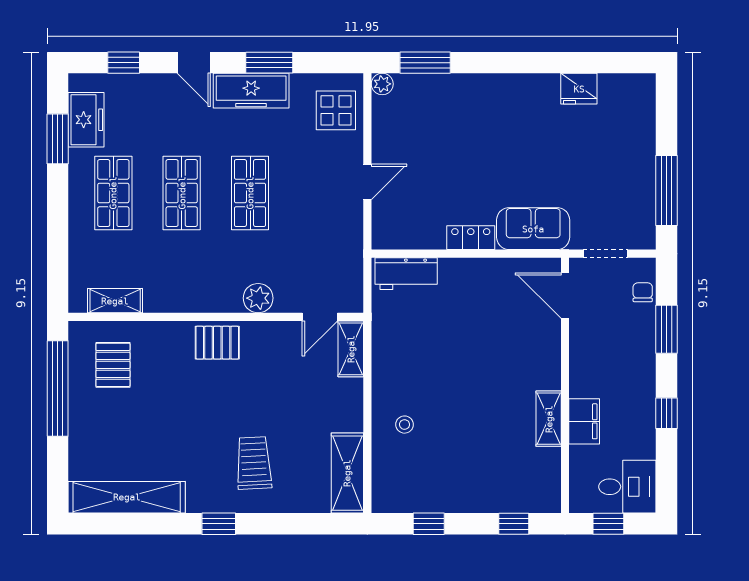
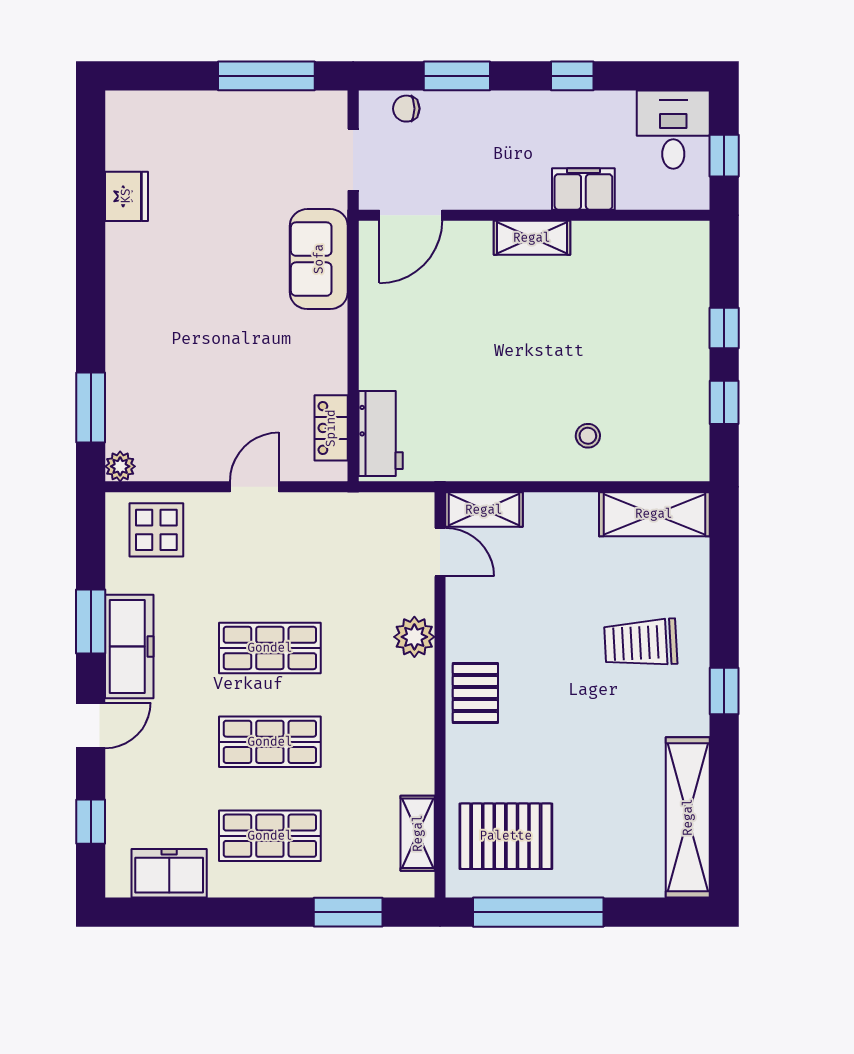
window: (58, 139) -> (348, 912), moved
door: (367, 182) -> (255, 487), hinge flipped
locker: (471, 238) -> (331, 428), moved
pallet: (113, 365) -> (506, 836), width x1.50, depth x1.42
shelving: (549, 419) -> (532, 238), moved
window: (514, 524) -> (724, 328), moved

